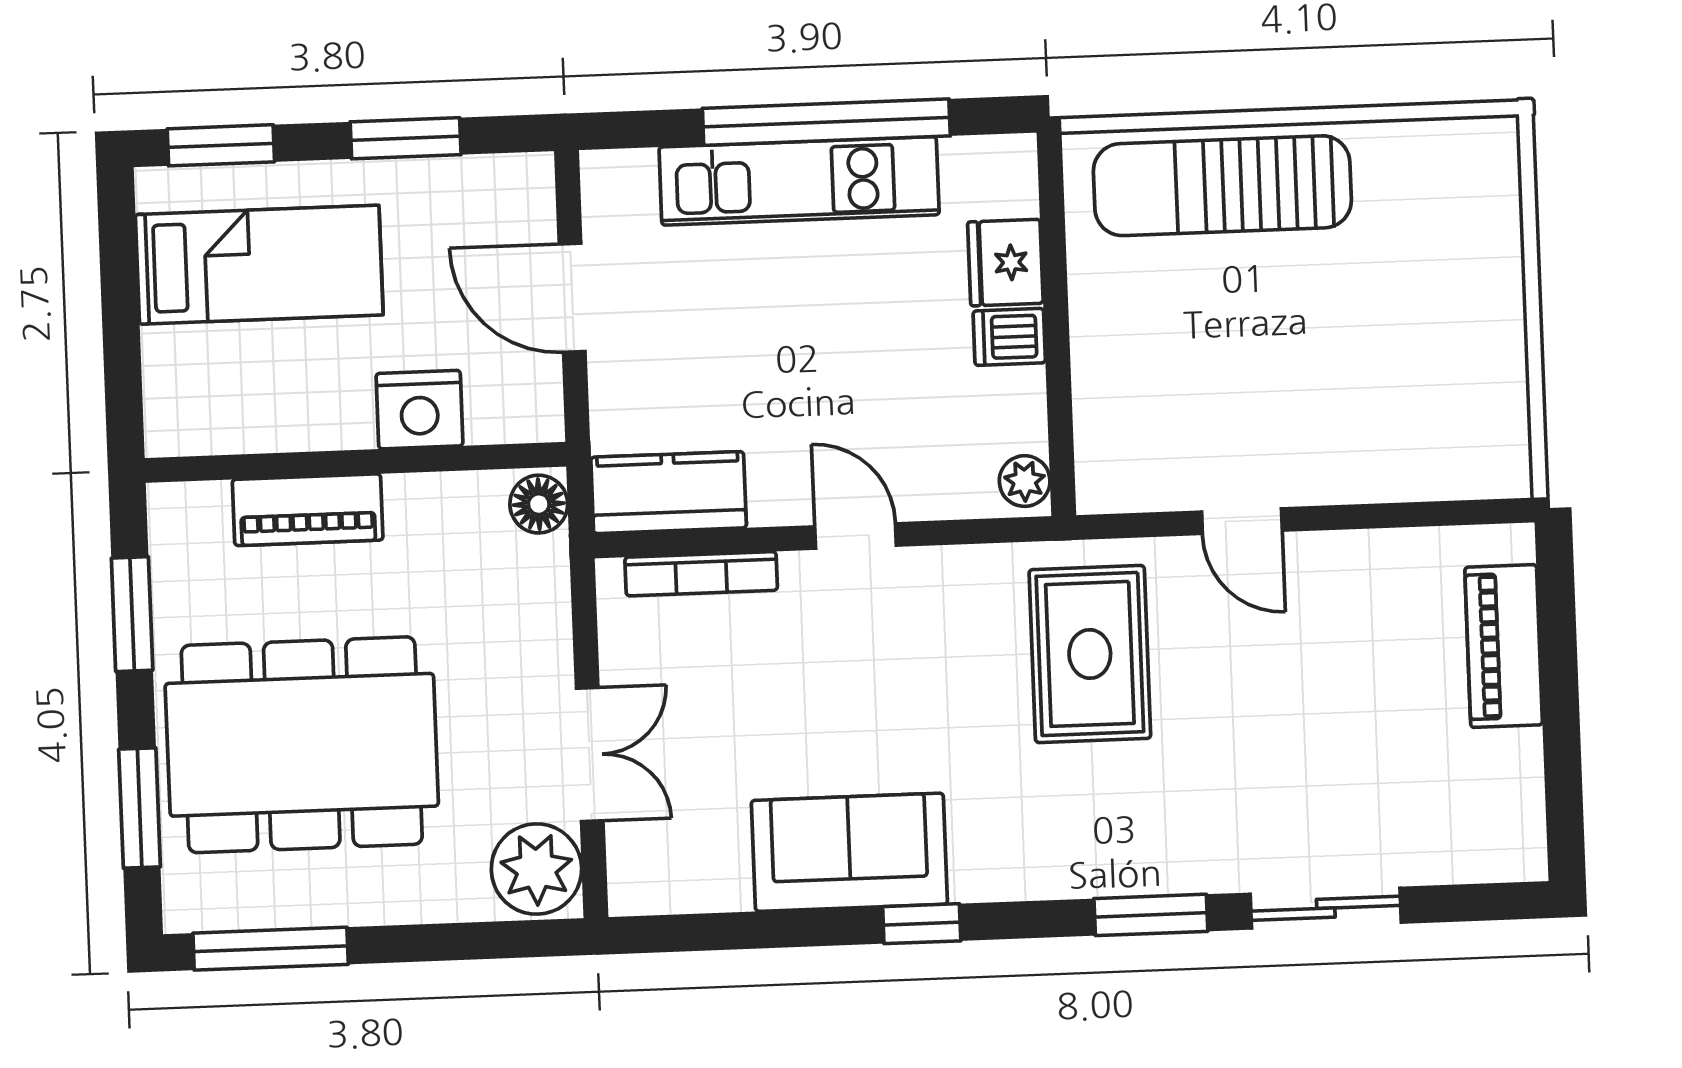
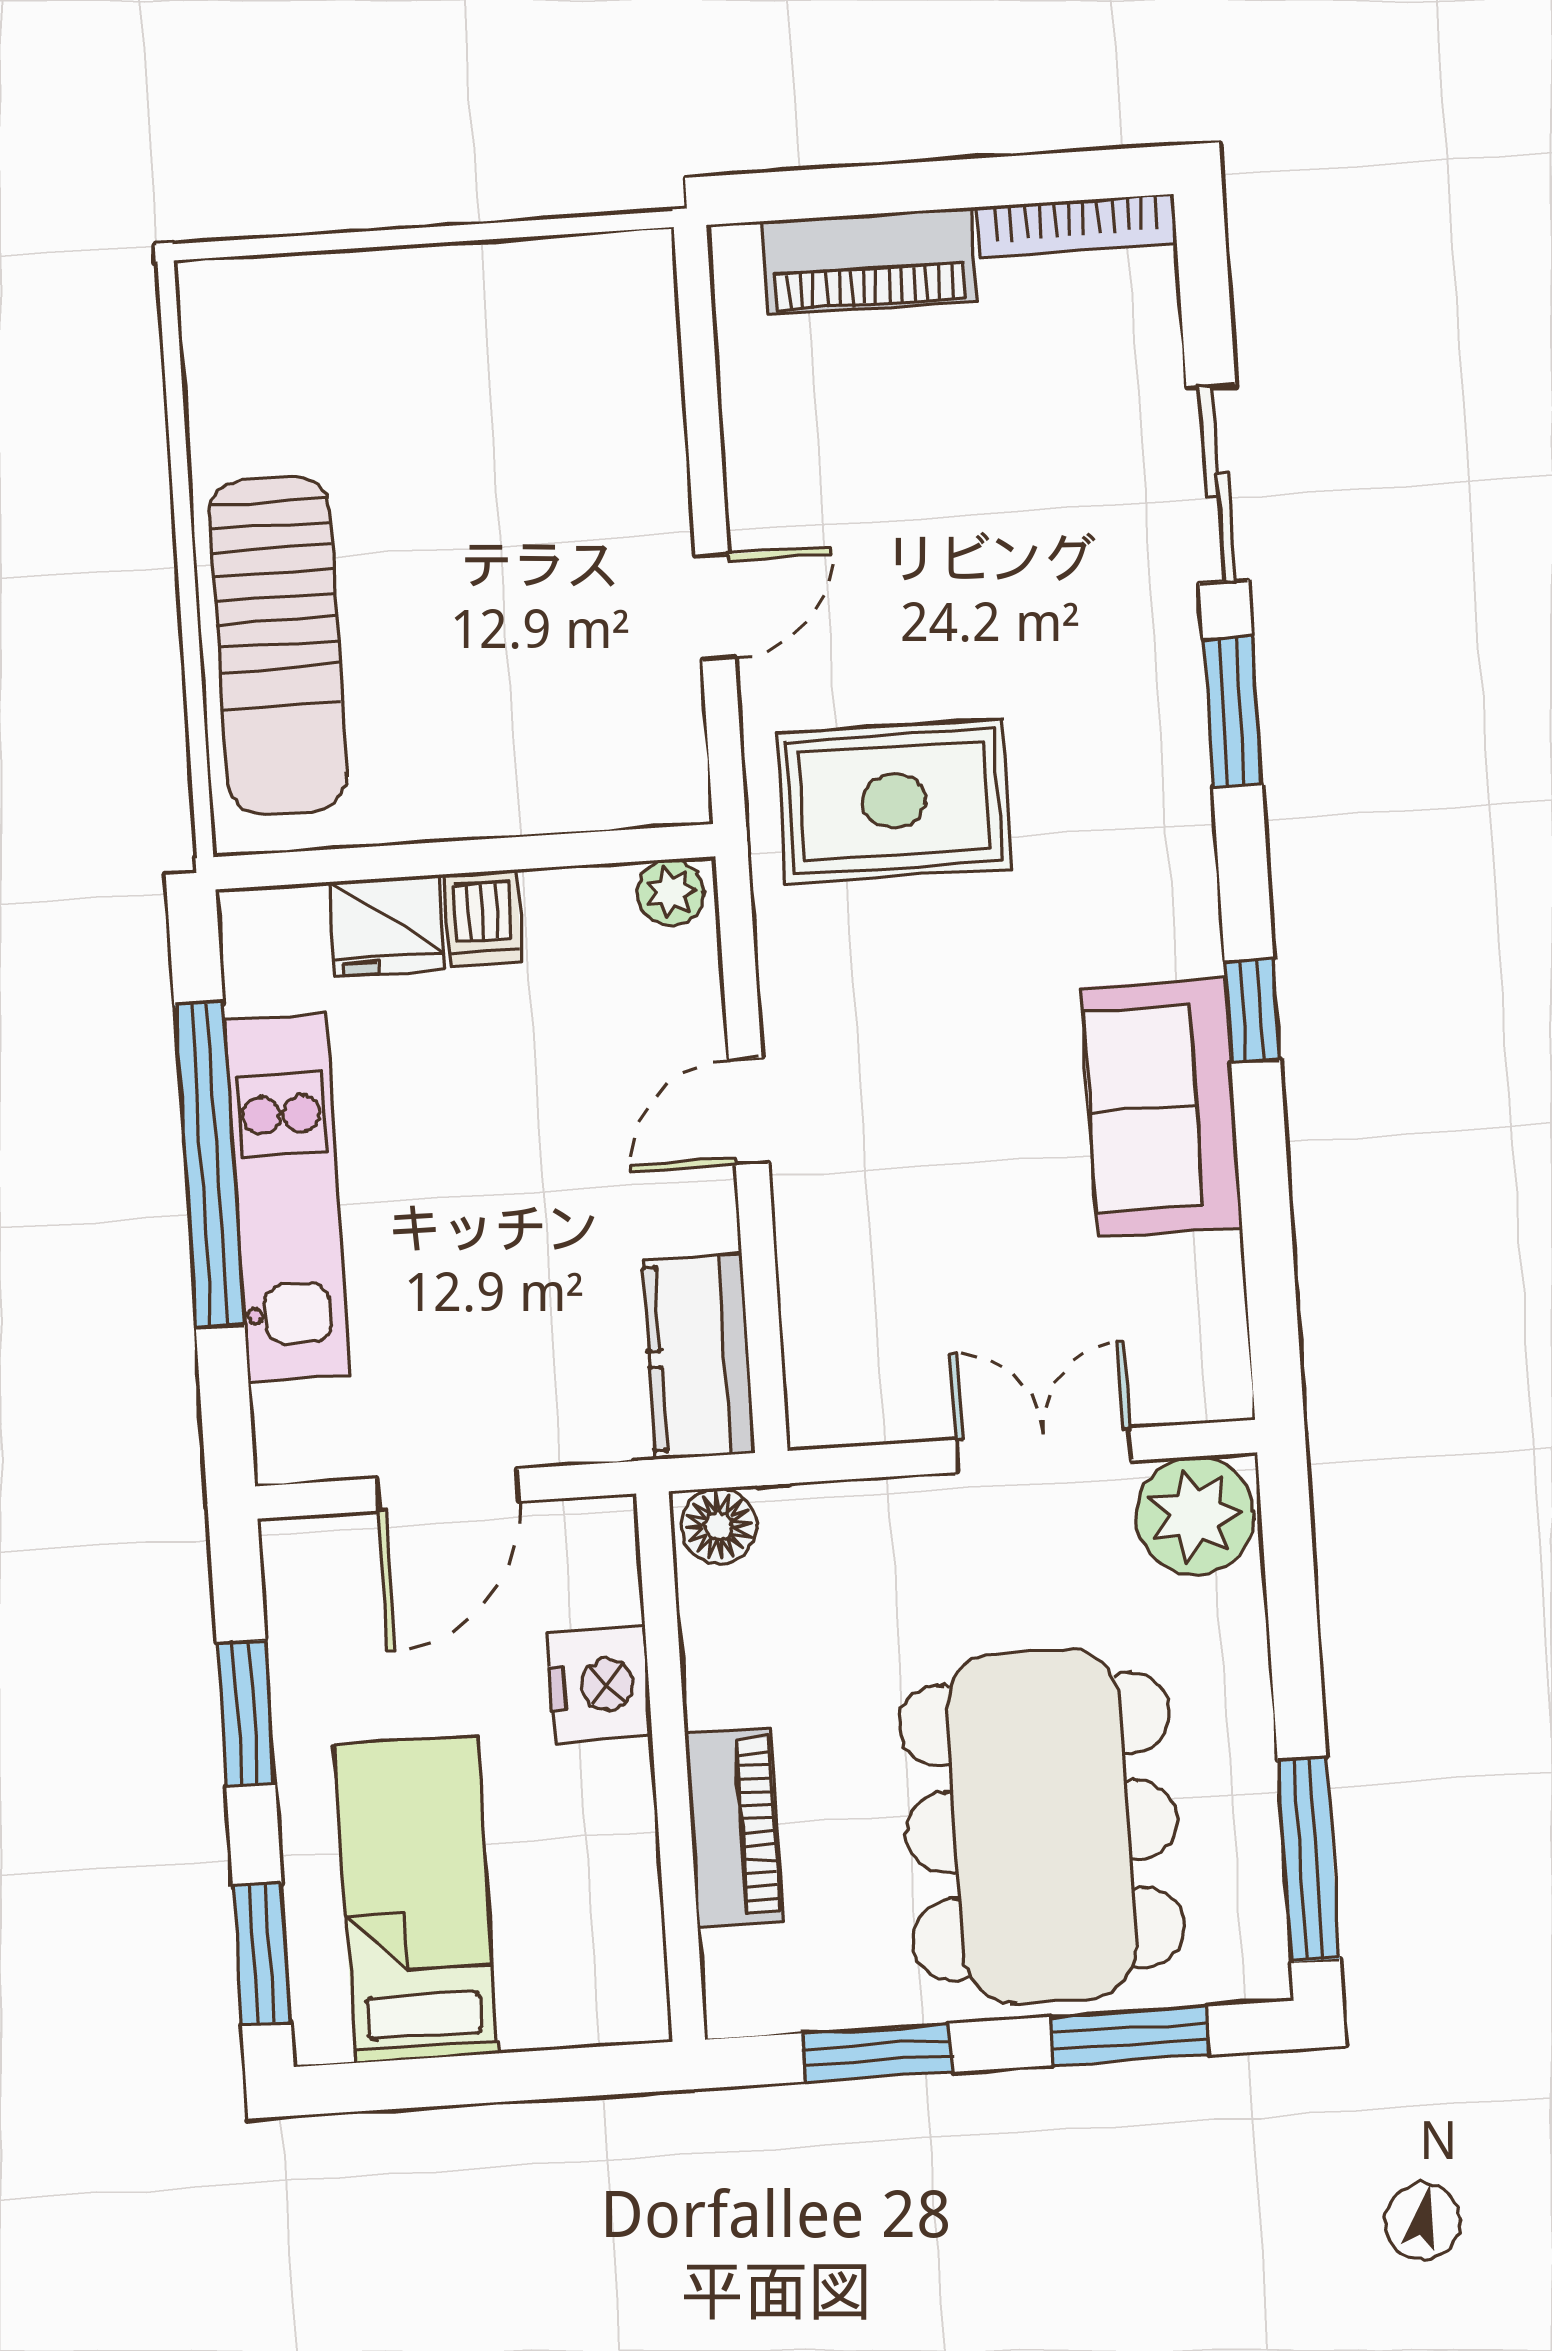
bookcase: (701, 574) -> (1077, 226), moved, turned 90

